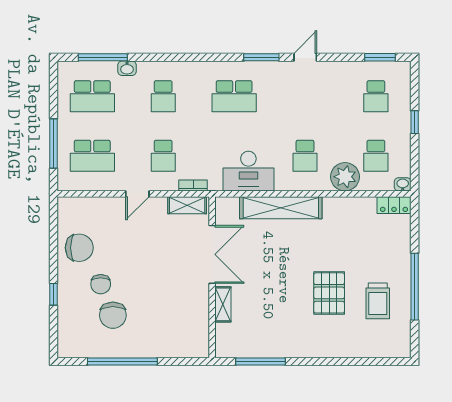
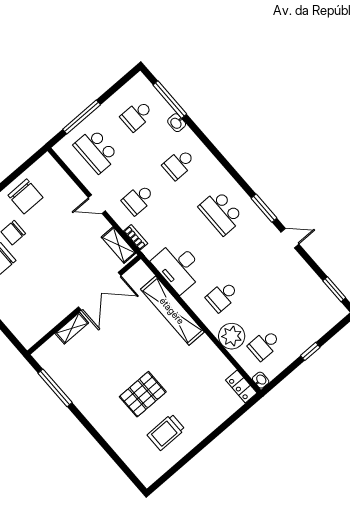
school desk: (92, 96) -> (137, 115), width x0.54
school desk: (376, 96) -> (305, 310), removed
window: (415, 287) -> (198, 449), removed

